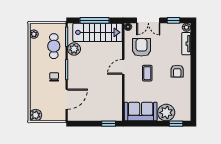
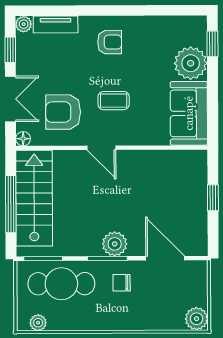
cafe table: (54, 46) -> (61, 284), width x1.37, depth x1.35
plant: (74, 49) -> (115, 244), moved
window: (109, 124) -> (213, 198), moved

